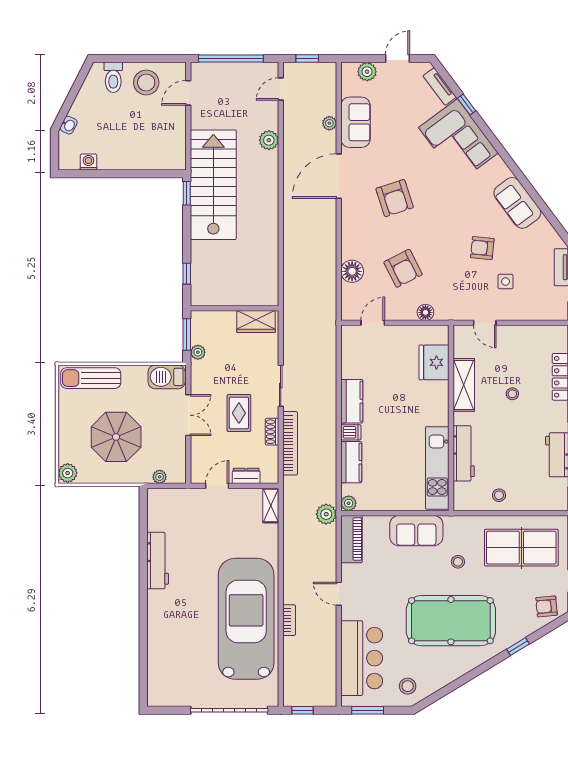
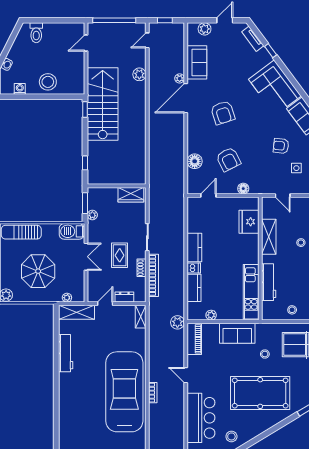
stool: (146, 83) -> (48, 82), moved
plant: (329, 123) -> (180, 78), moved
corner sofa: (458, 140) -> (275, 88), moved
shelving: (174, 499) -> (77, 312), added
plant: (349, 503) -> (211, 315), moved

